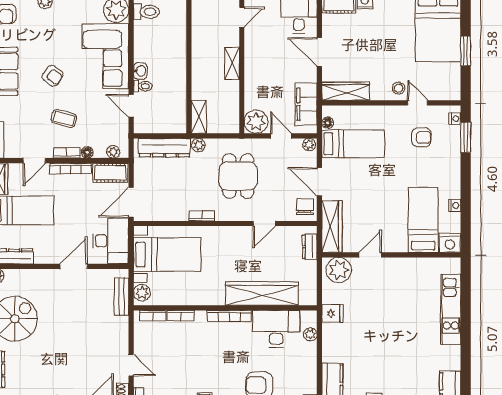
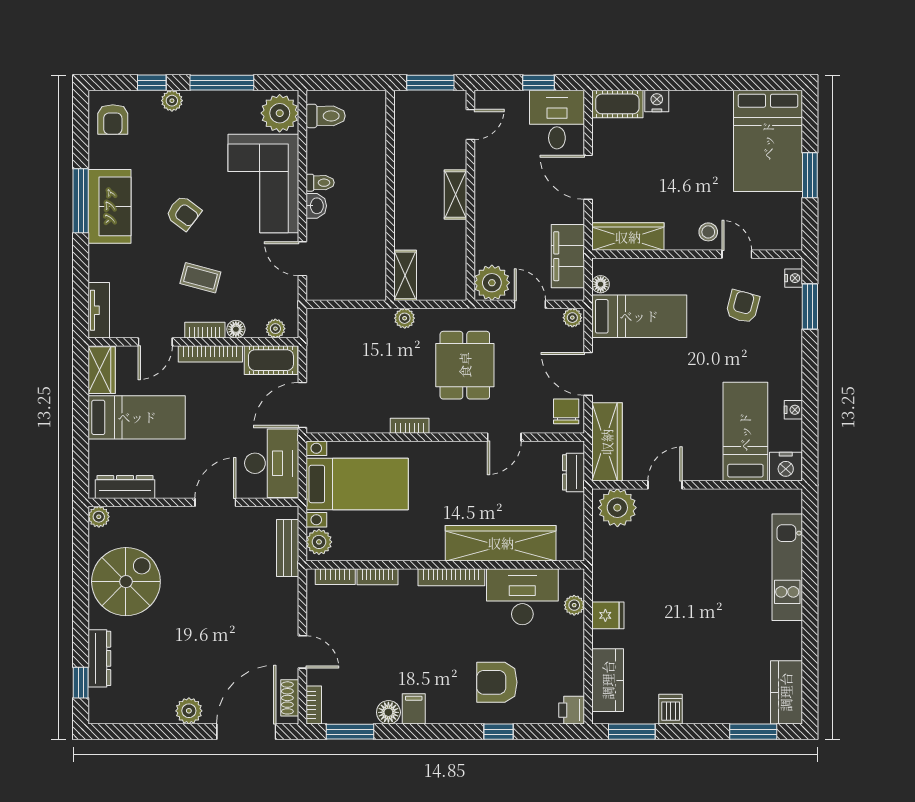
toilet: (143, 86) -> (320, 183), moved
armchair: (421, 137) -> (743, 306), turned -75
dresser: (164, 148) -> (353, 322), removed
fridge: (332, 313) -> (608, 615), moved

